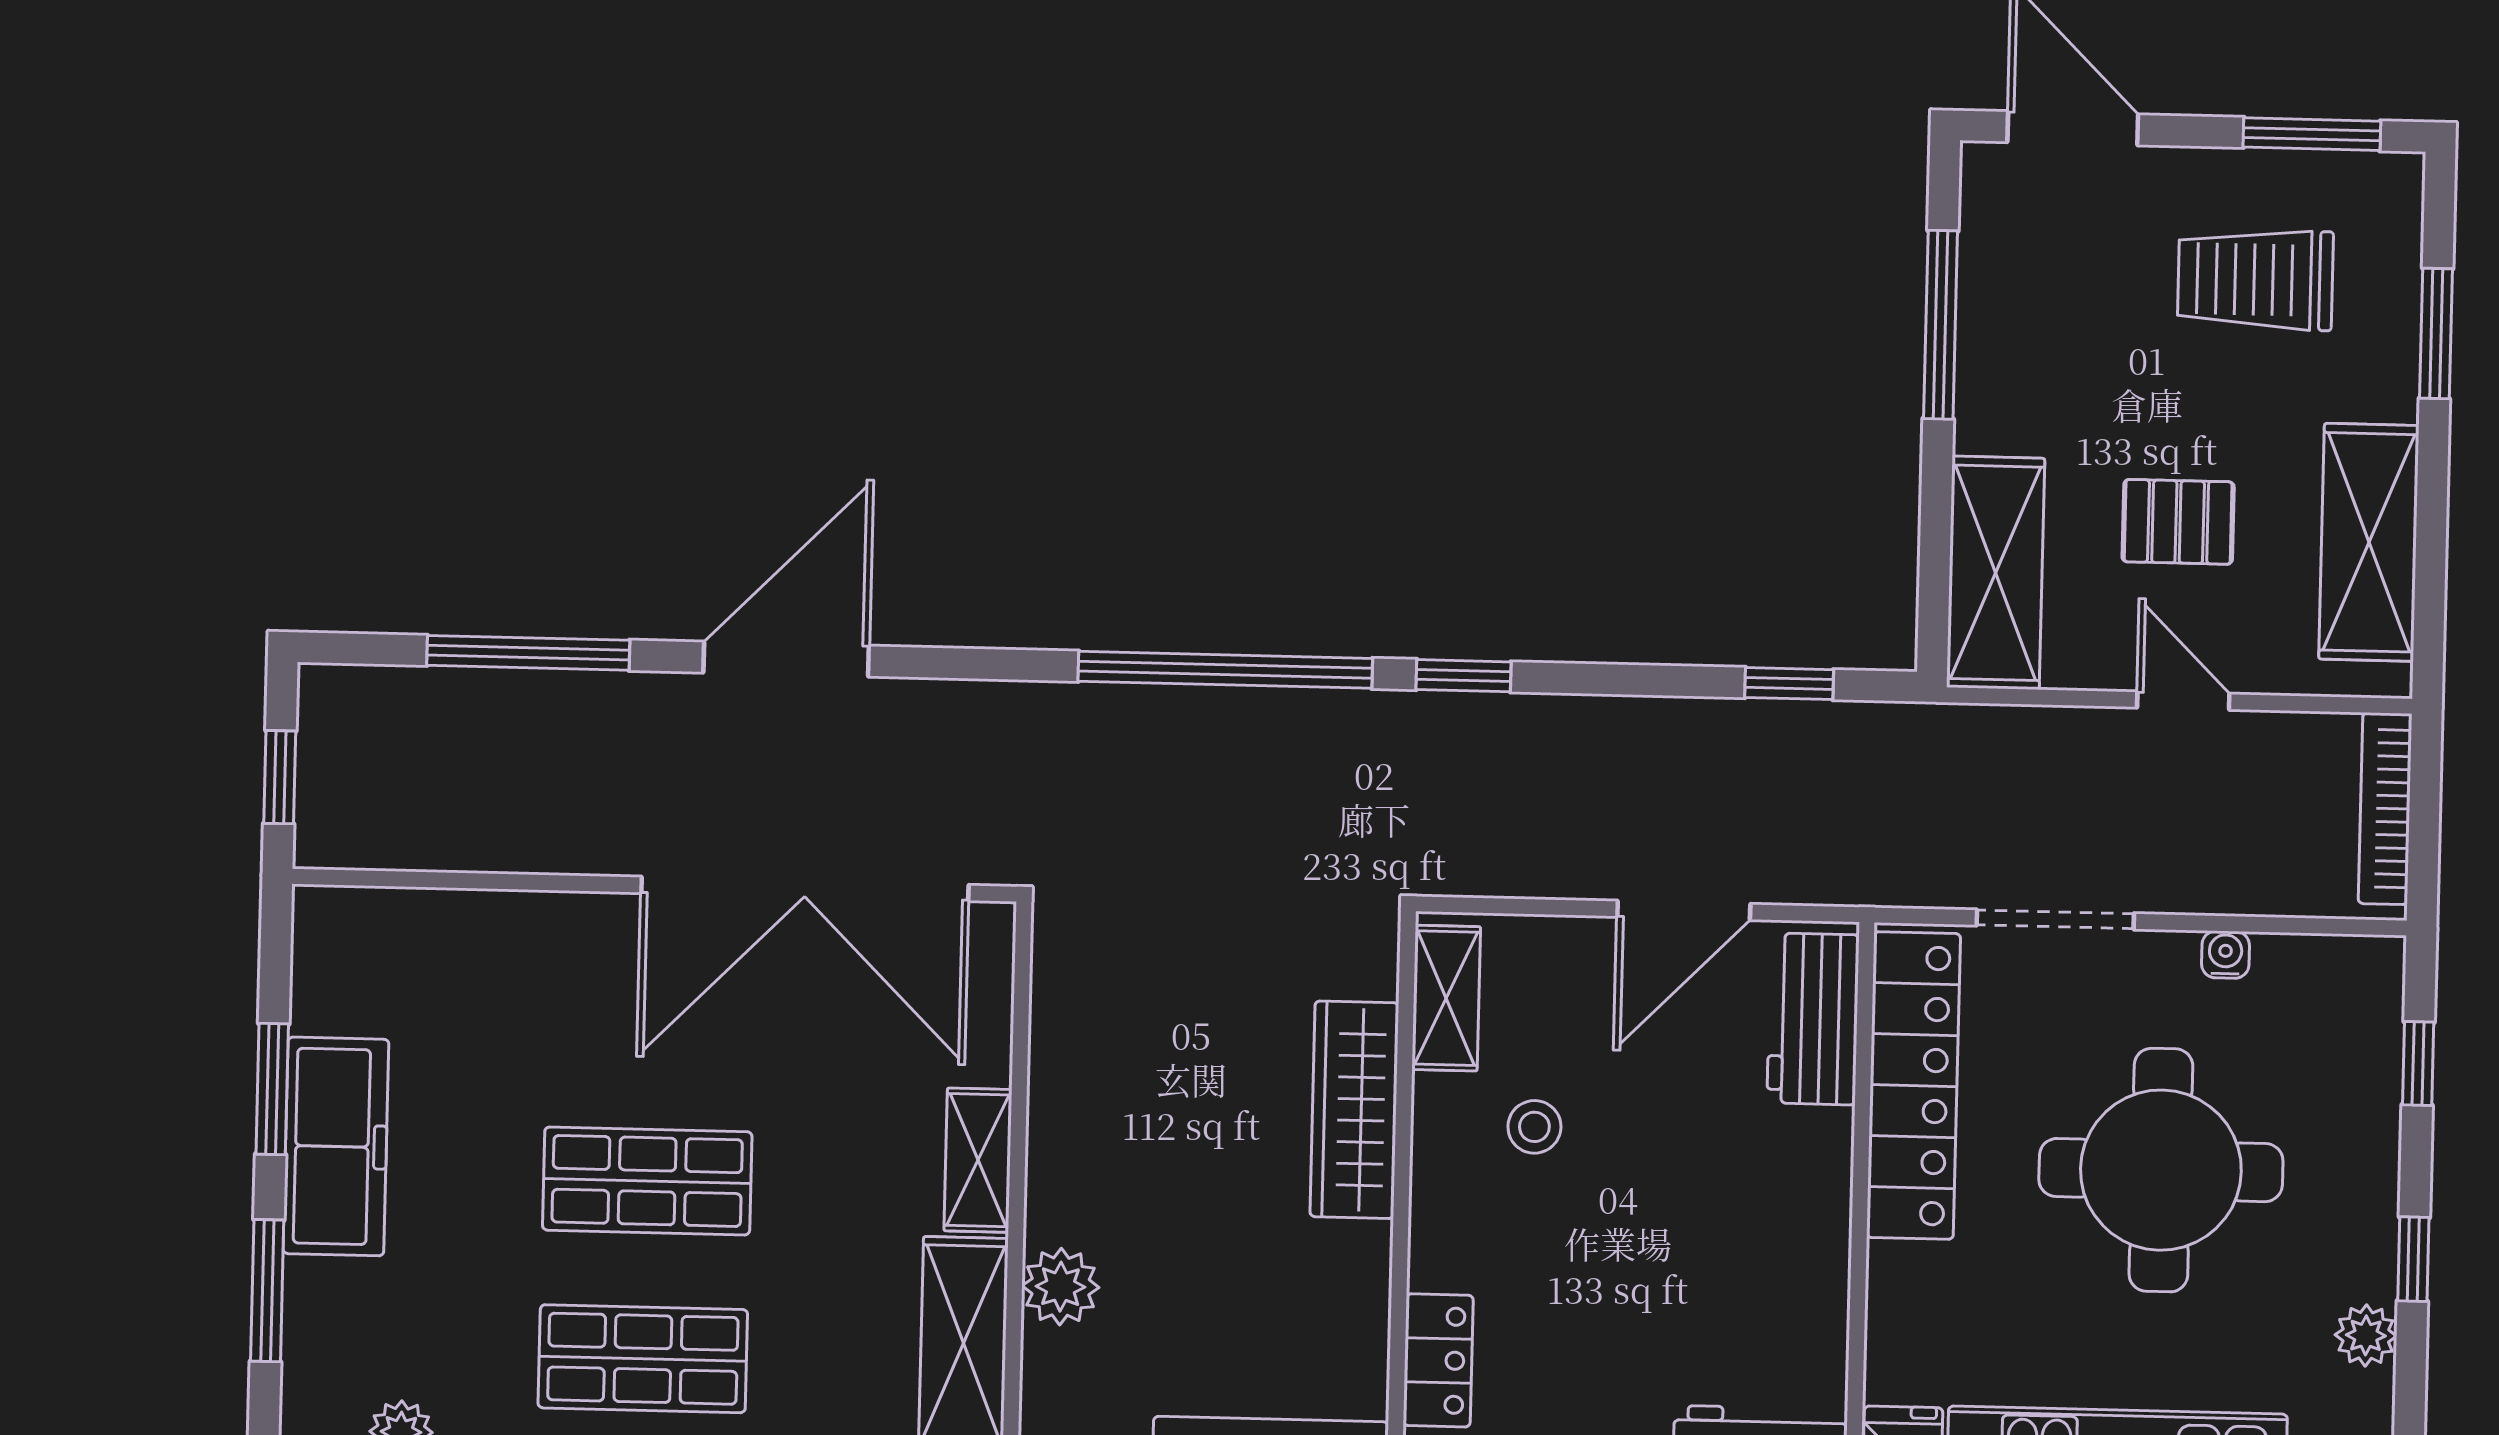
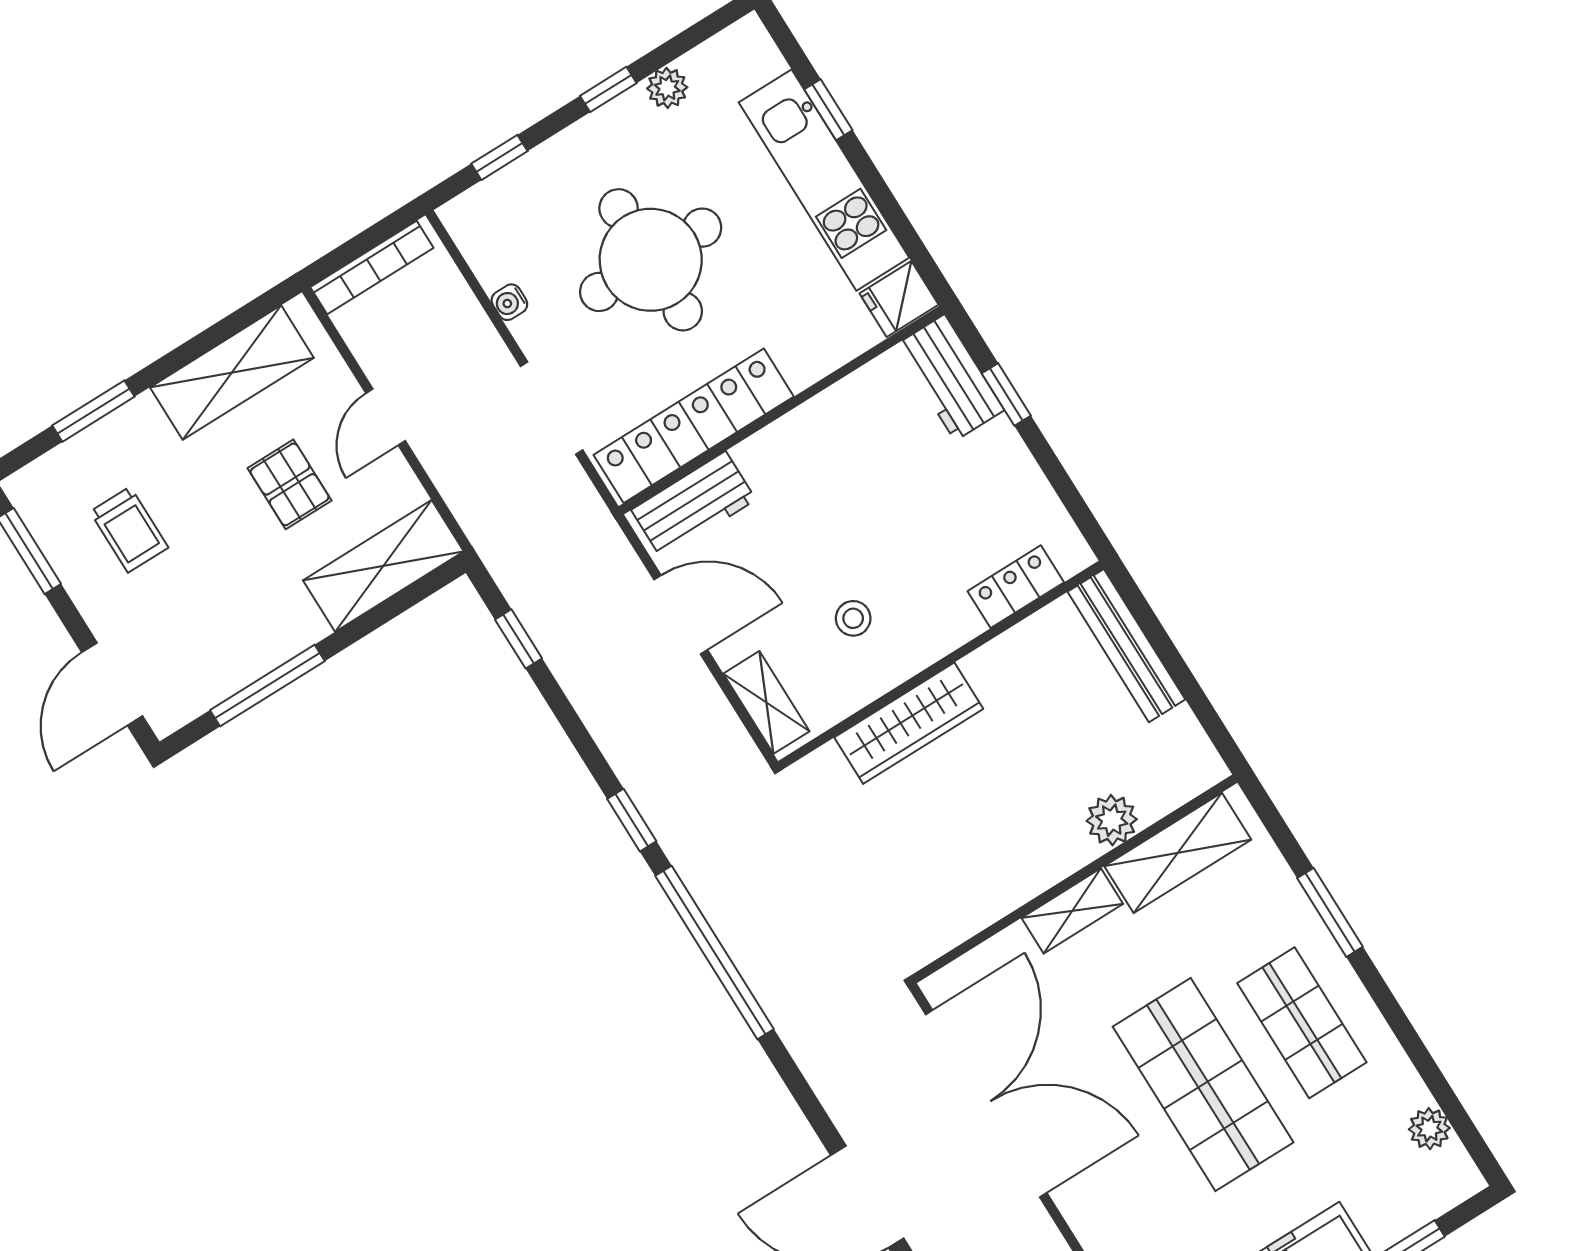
trolley: (2255, 280) -> (129, 530), width x0.73, depth x0.72
shelving: (1446, 998) -> (766, 702), moved, turned 90
shop shelf: (647, 1181) -> (1203, 1085), width x1.43, depth x1.36

